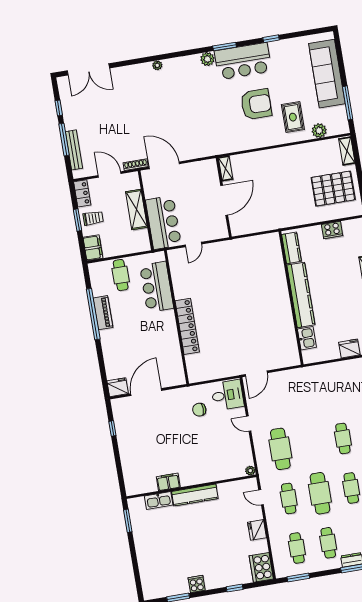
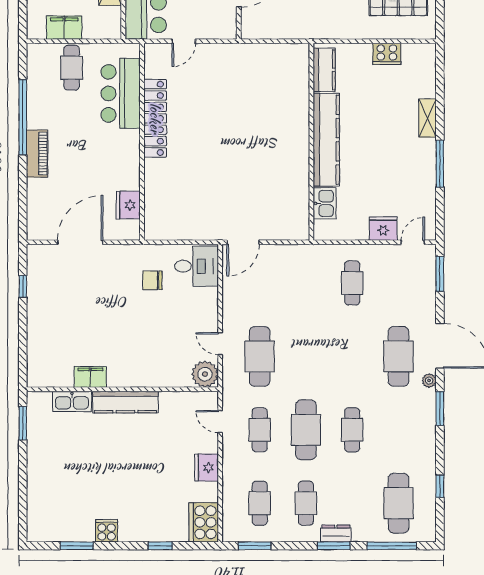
filing cabinet: (93, 248) -> (64, 28), moved, turned -90
piano: (103, 313) -> (37, 154), moved
locker: (187, 326) -> (155, 118), moved
fridge: (118, 387) -> (128, 205), moved, turned -90
door: (249, 424) -> (220, 344), moved
cafe table: (343, 438) -> (352, 283), moved
plant: (250, 471) -> (205, 374), width x1.88, depth x1.88

